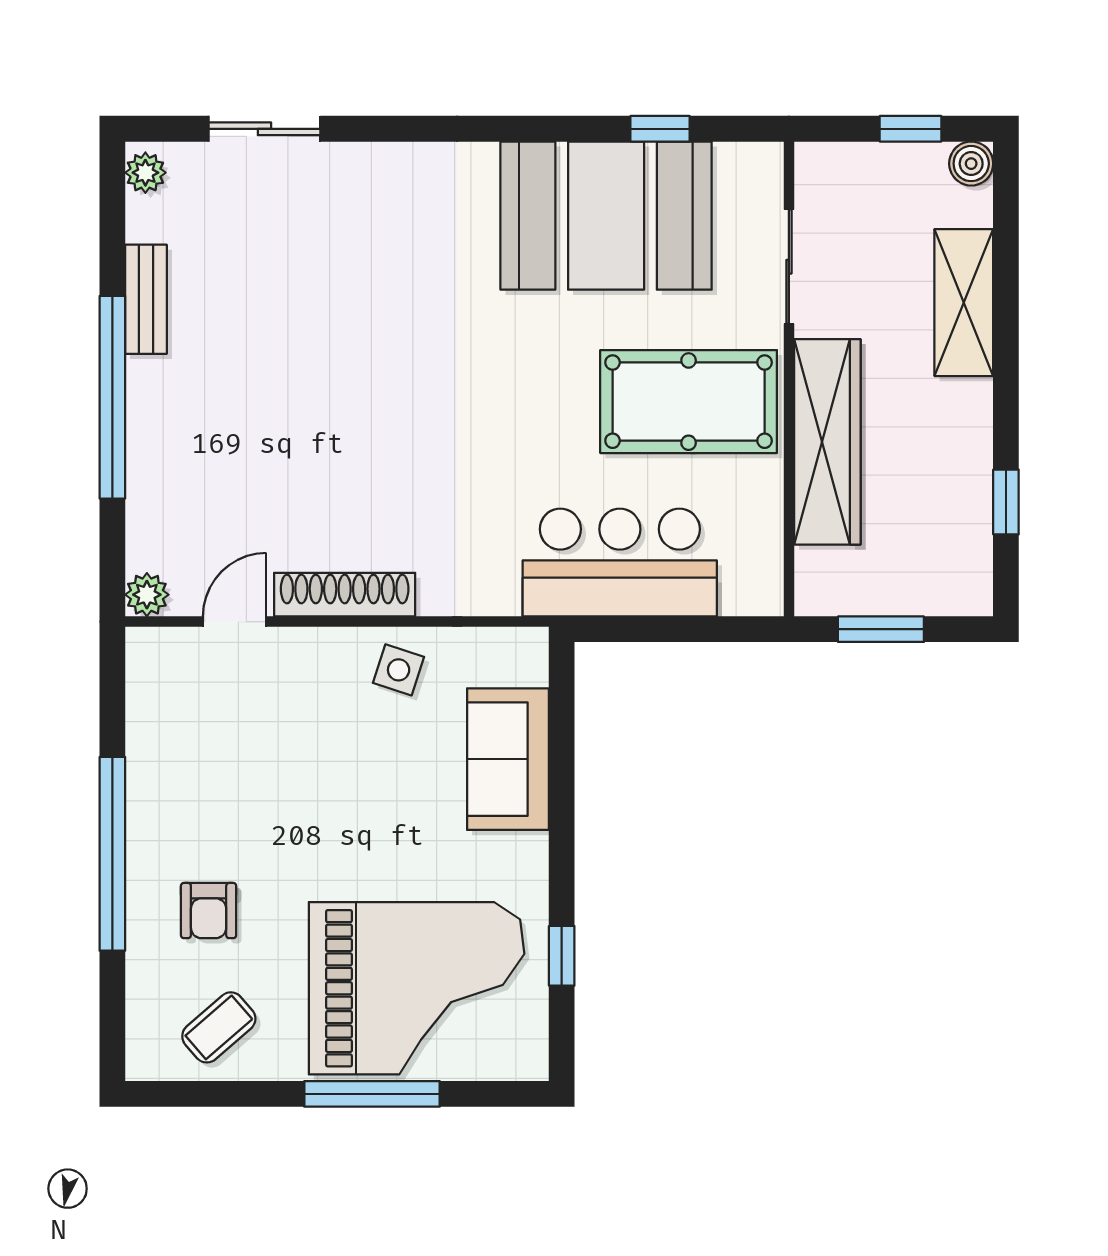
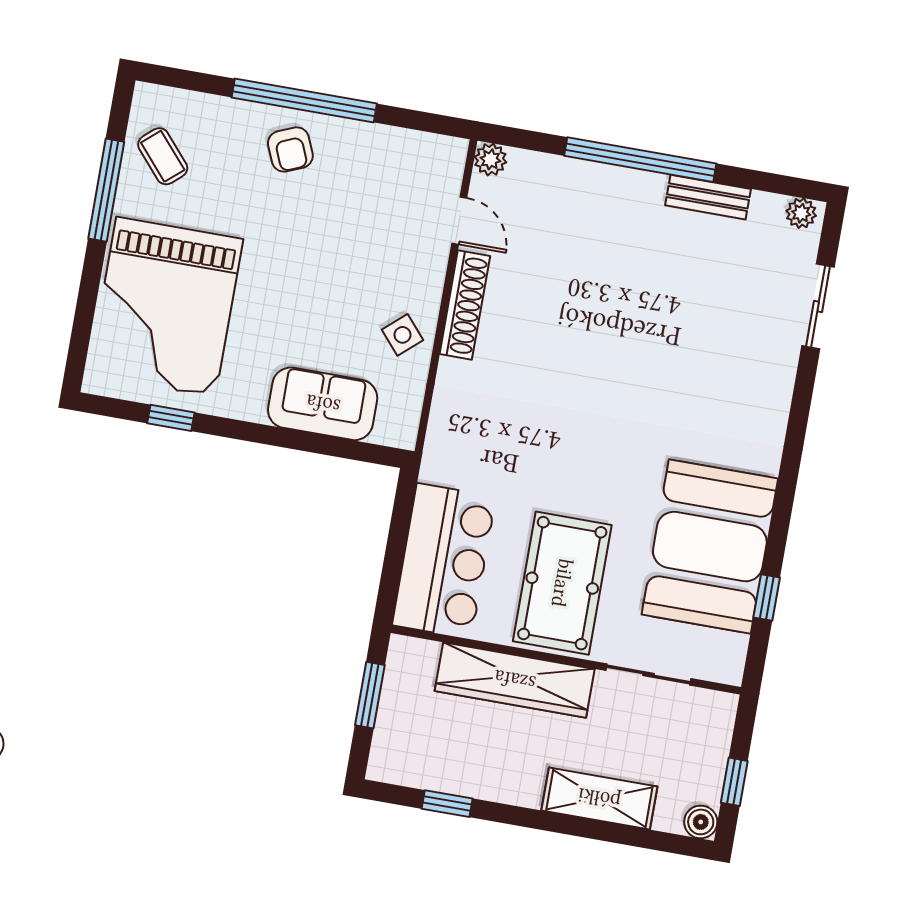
bar counter: (620, 563) -> (444, 561), moved
side table: (399, 670) -> (402, 335), turned 31
armchair: (209, 911) -> (290, 149), moved, turned -113
window: (372, 1094) -> (106, 190), moved

